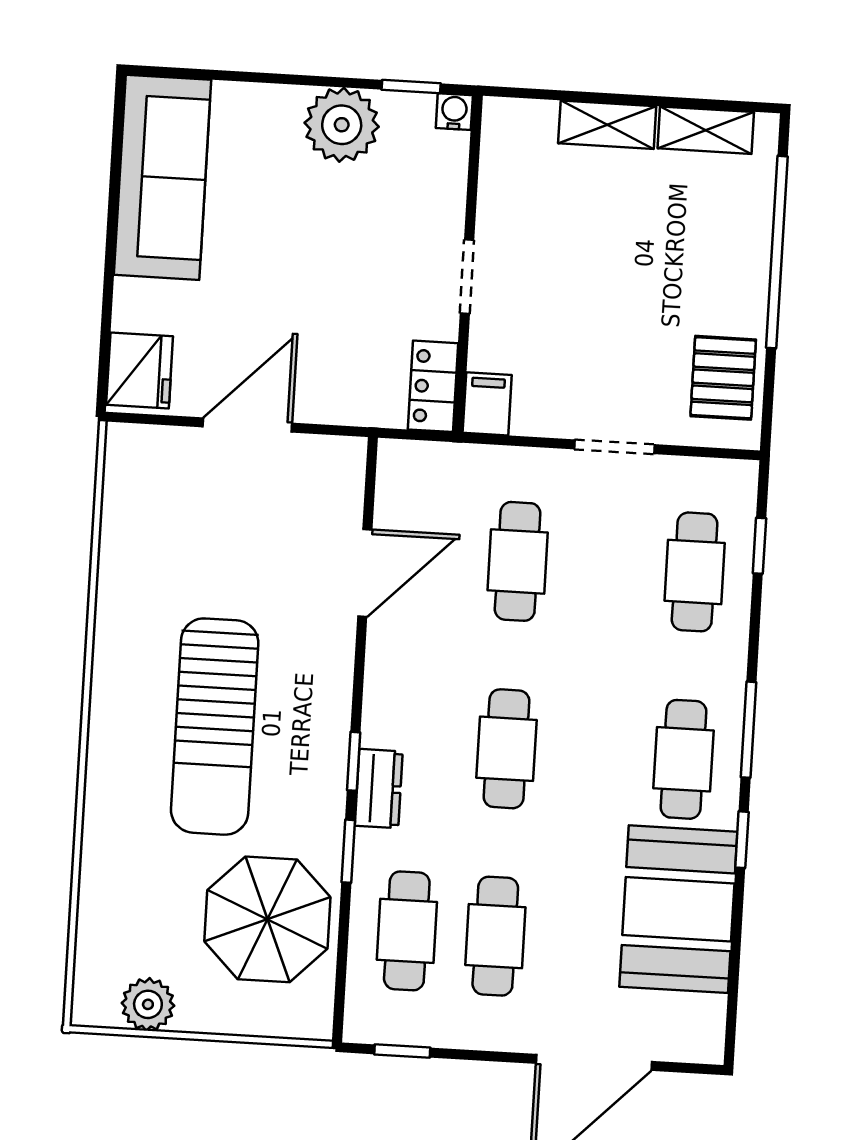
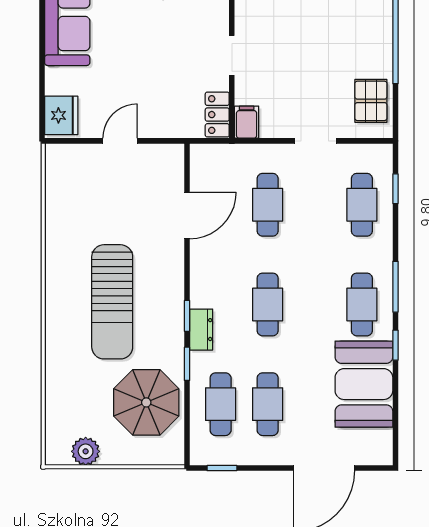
door: (247, 425) -> (120, 141), width x0.73

